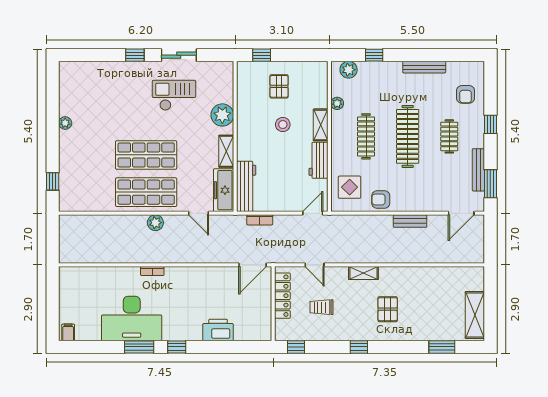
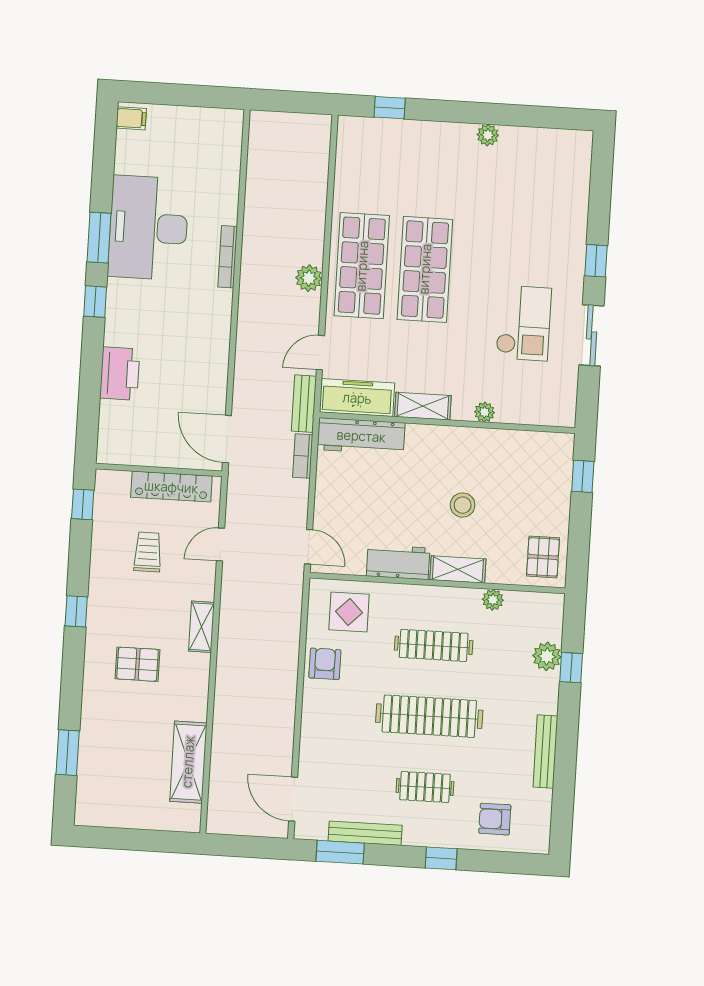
plant: (349, 70) -> (547, 656), moved
pallet: (279, 86) -> (543, 557), moved, turned 90
plant: (222, 115) -> (485, 412), width x0.53, depth x0.53
bench: (410, 221) -> (304, 404), moved
bookcase: (152, 271) -> (228, 257), width x1.56
shelving: (475, 315) -> (188, 762), moved, turned 90

